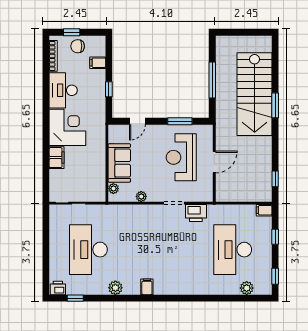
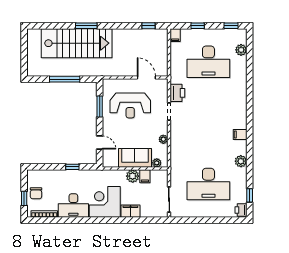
filing cabinet: (98, 63) -> (145, 176), moved
plant: (98, 160) -> (133, 176), added
door: (214, 162) -> (146, 77), moved

